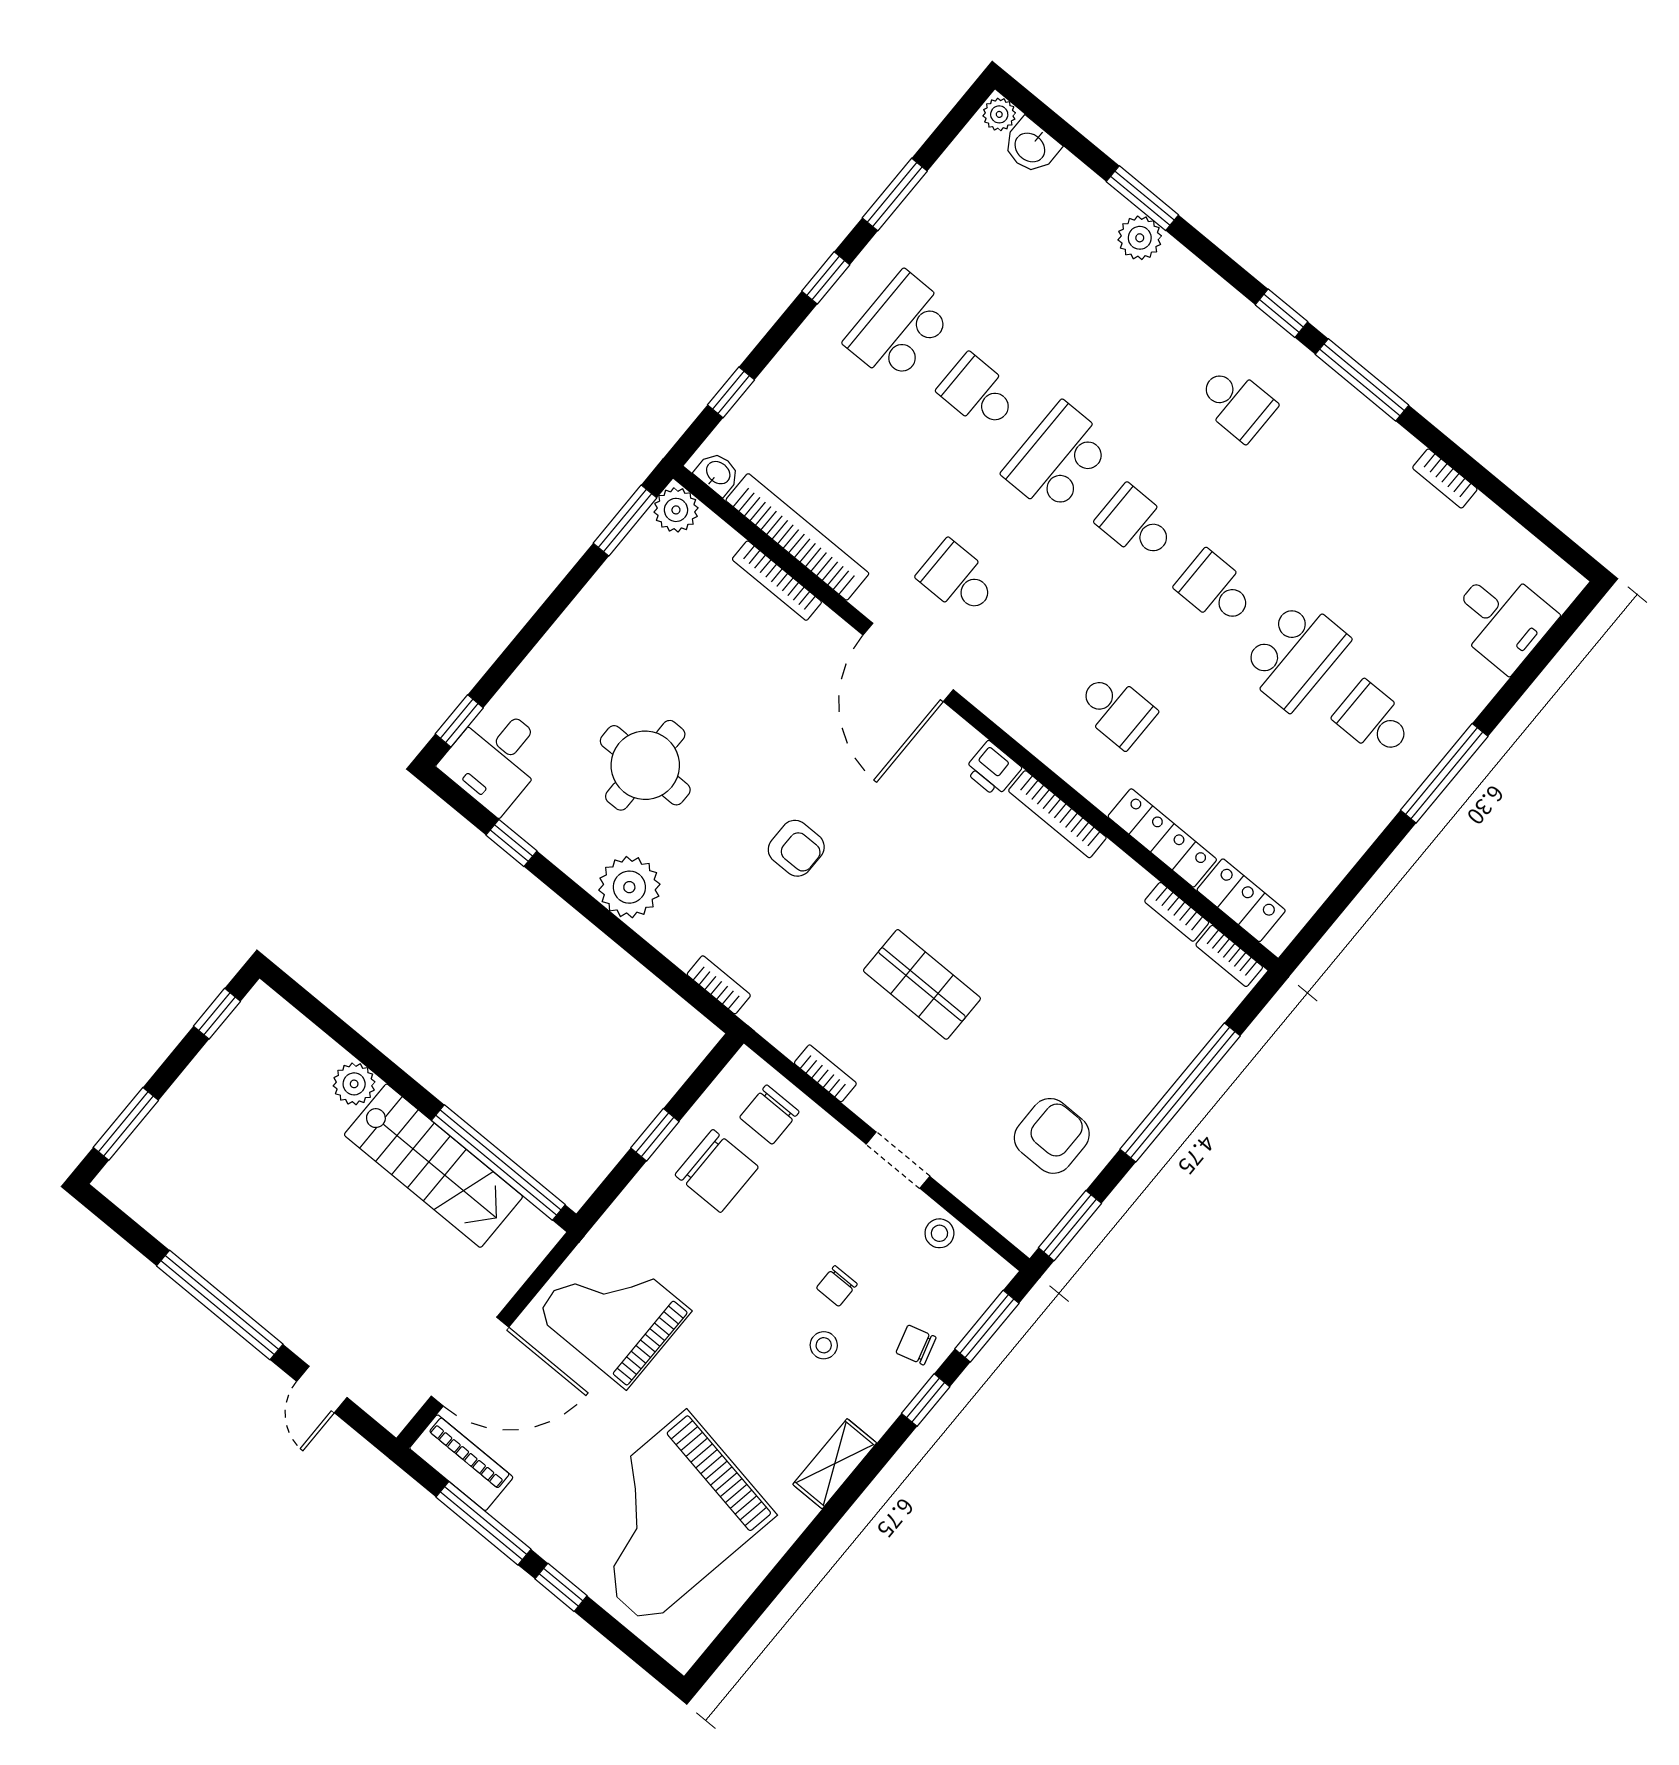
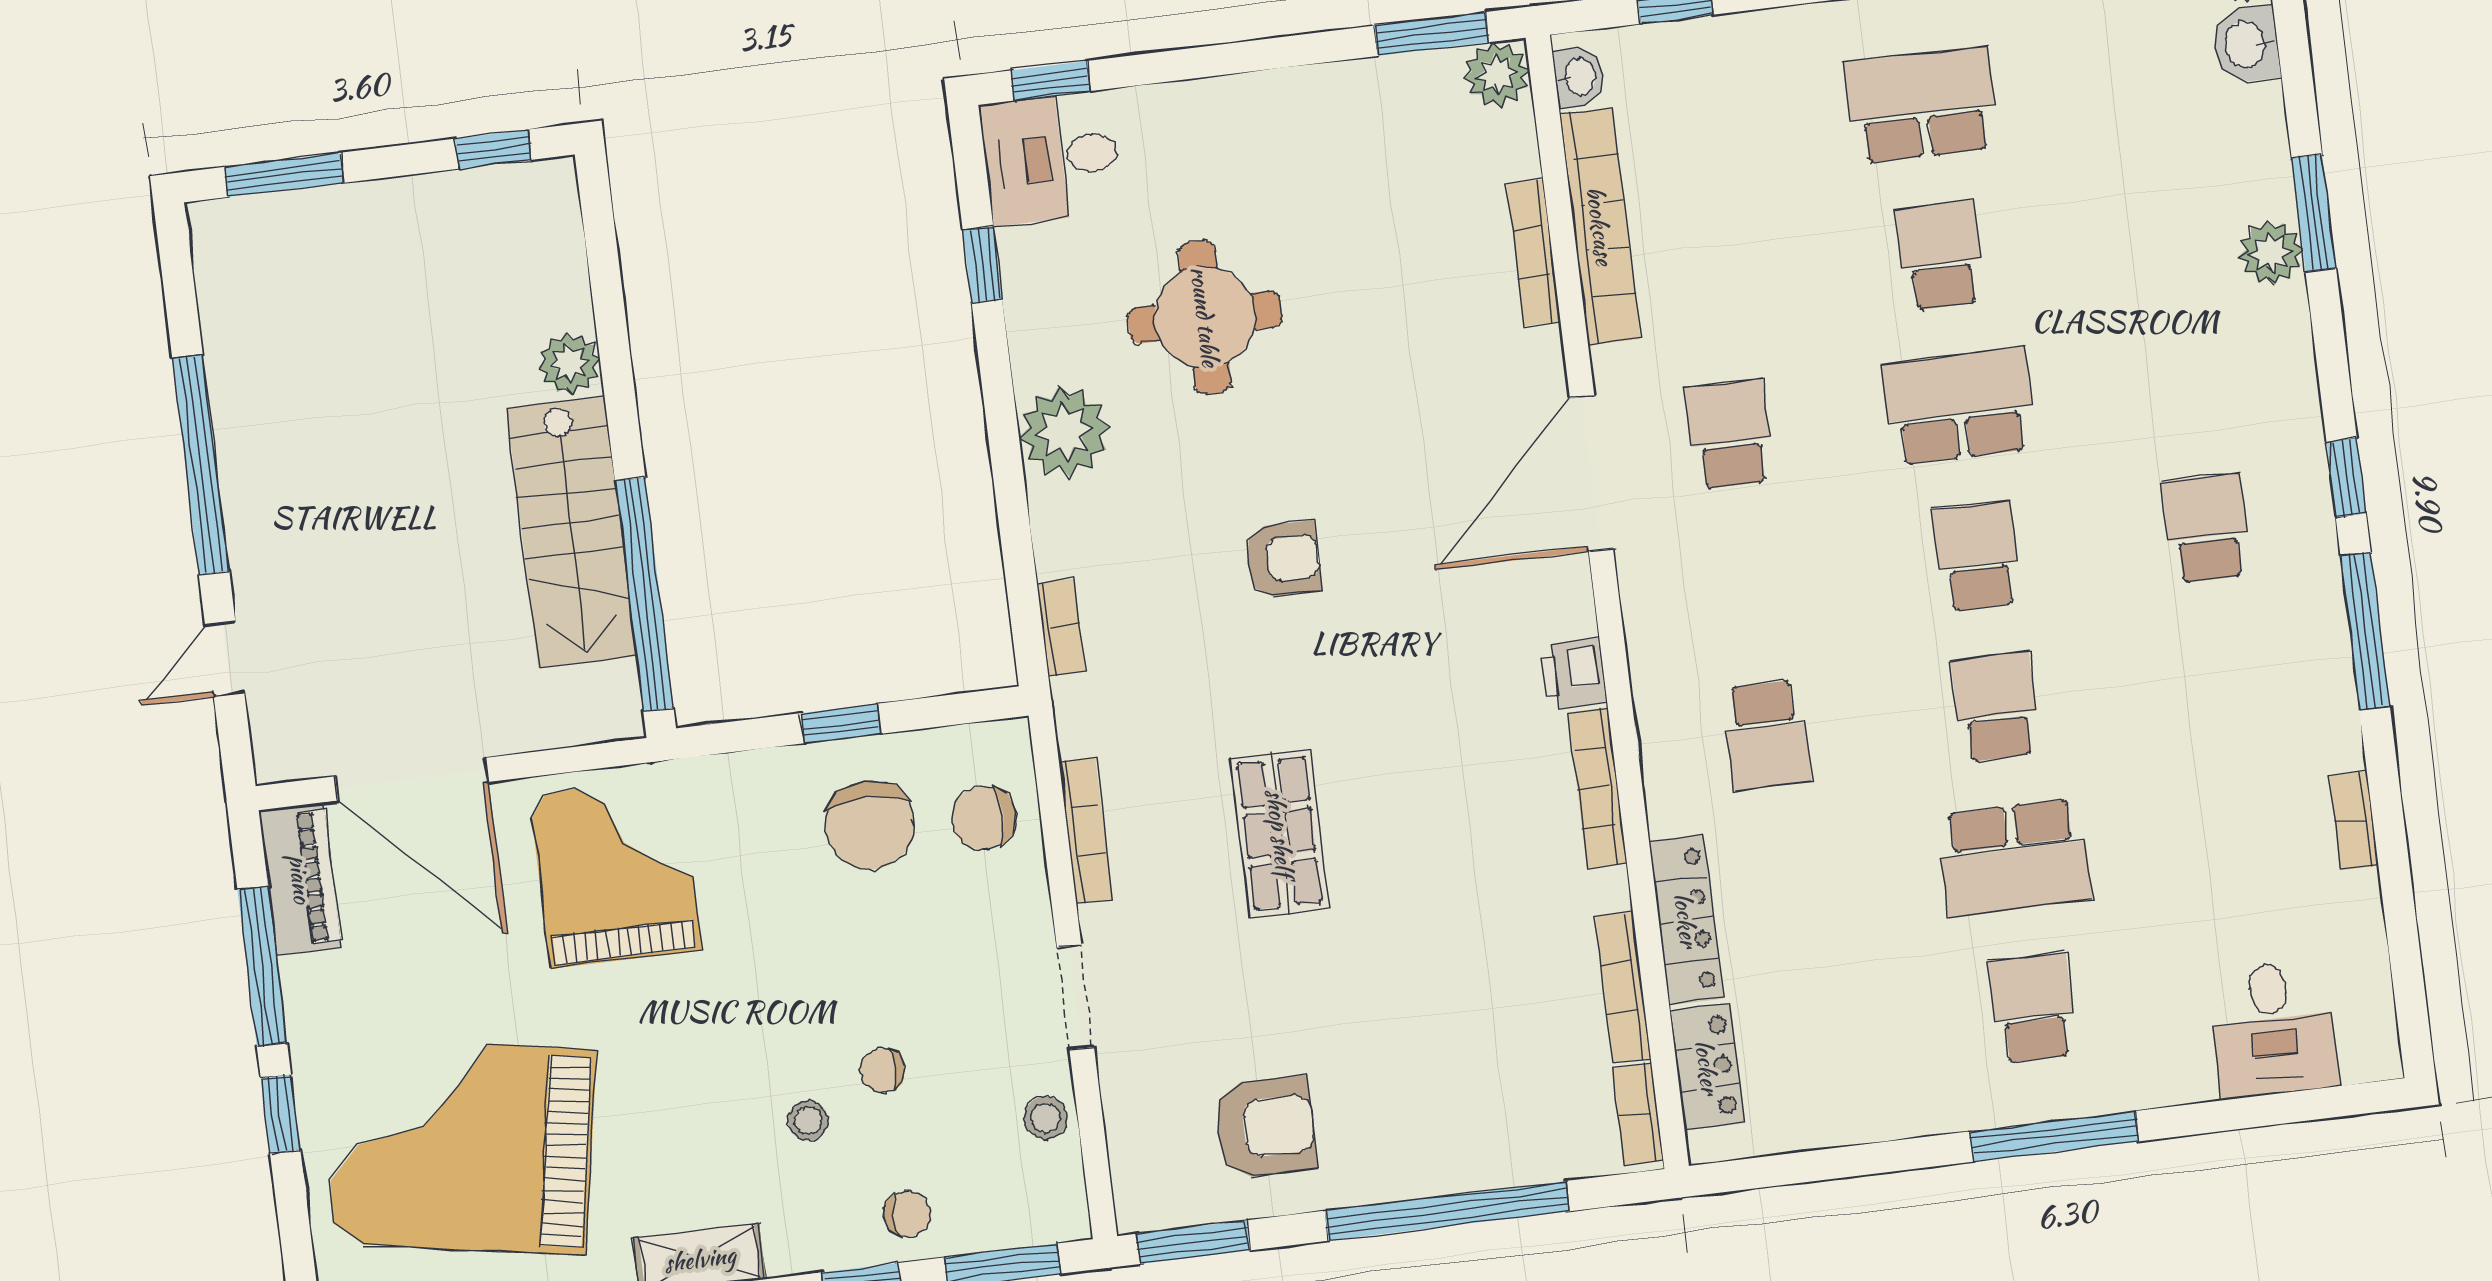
school desk: (1236, 403) -> (2207, 528), turned 180
armchair: (796, 848) -> (1283, 559), turned -90
bookcase: (1177, 912) -> (1623, 987), width x1.56
bookcase: (825, 1073) -> (1086, 830), width x1.56
chair: (916, 1345) -> (907, 1214), turned 108

